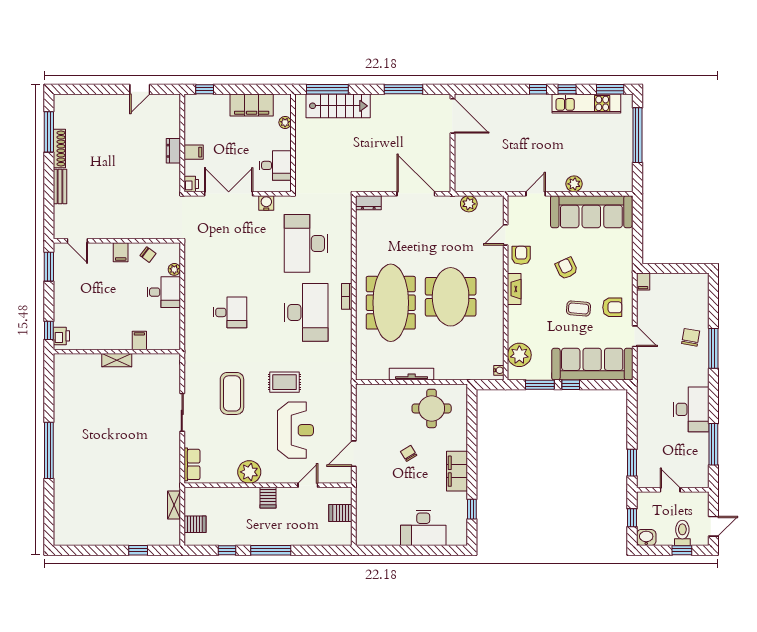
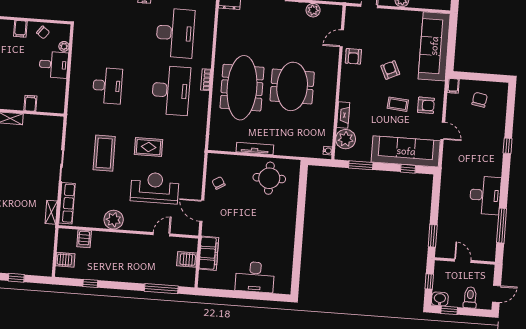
sofa: (591, 212) -> (434, 46), moved, turned 90
desk: (306, 243) -> (175, 33), turned 180
armchair: (521, 255) -> (353, 56), turned 180
fireplace: (514, 289) -> (343, 115), moved
desk: (230, 312) -> (107, 86), width x1.37
chair: (691, 337) -> (480, 100), moved
window: (713, 348) -> (508, 146), width x0.46
window: (571, 385) -> (408, 169), moved
reception desk: (295, 430) -> (155, 188), turned -90
chair: (409, 453) -> (219, 183), moved
door: (354, 454) -> (202, 211), hinge flipped
row of seats: (192, 464) -> (67, 203), width x1.48
filing cabinet: (457, 471) -> (209, 253), moved, turned 180
server rack: (268, 498) -> (84, 239), moved
shelving: (174, 505) -> (51, 212), moved
window: (472, 509) -> (297, 264), removed
window: (271, 550) -> (161, 289), moved
window: (682, 550) -> (449, 310), moved

